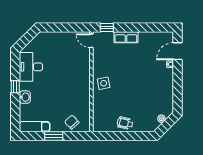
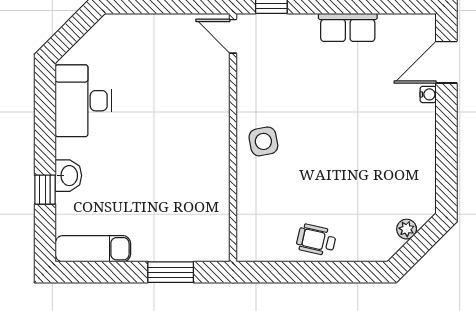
row of seats: (126, 37) -> (348, 27), moved
window: (15, 87) -> (45, 190), moved
chair: (72, 122) -> (185, 238), removed
window: (54, 136) -> (171, 272), moved

